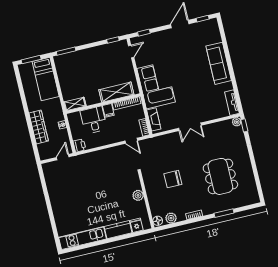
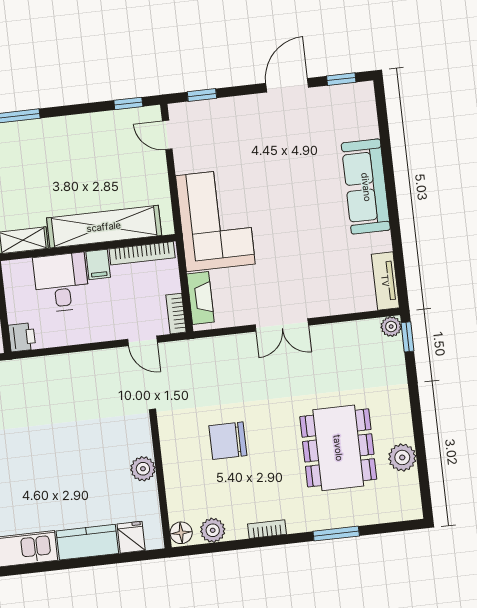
door: (131, 51) -> (167, 135), swing flipped
shelving: (116, 92) -> (104, 227), width x1.47
plant: (248, 177) -> (402, 457), added

